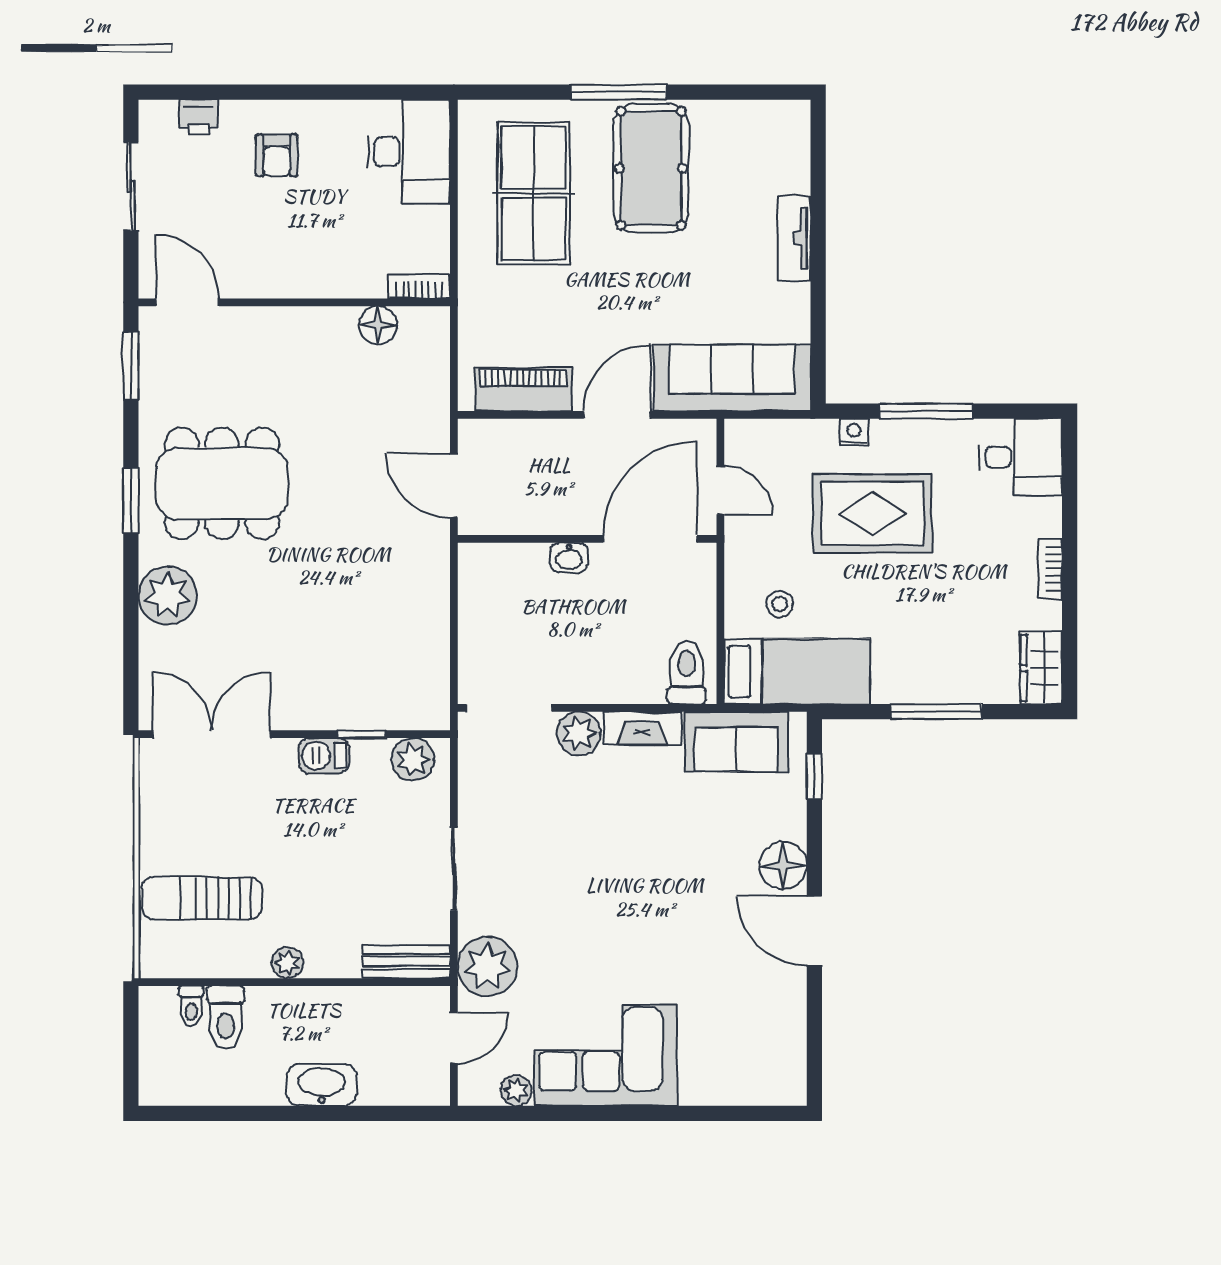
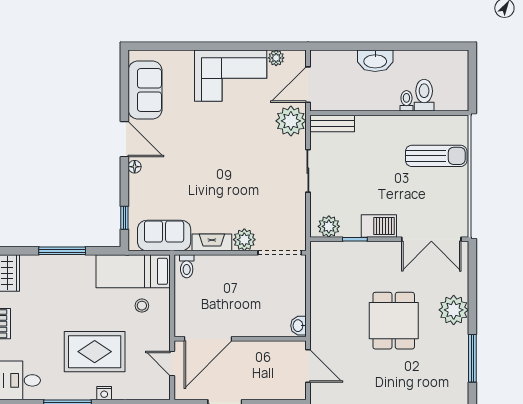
dining table: (222, 483) -> (394, 321), moved, width x0.73
window: (131, 501) -> (472, 358), width x1.44
washbasin: (569, 558) -> (298, 326), moved, turned -90
toilet: (687, 672) -> (187, 266), width x0.73, depth x0.72
barbecue: (324, 756) -> (379, 226), width x1.38, depth x1.27
floor lamp: (783, 866) -> (135, 167), width x0.53, depth x0.53
plant: (287, 963) -> (393, 123), removed
toilet: (191, 1006) -> (406, 101), moved
sofa: (774, 1027) -> (145, 90), added
door: (454, 1038) -> (308, 85), width x1.38

